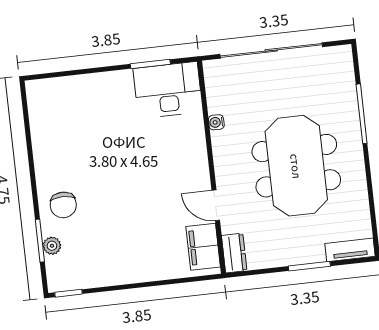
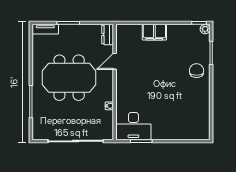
meeting table: (296, 166) -> (69, 78), turned 90
door: (216, 205) -> (115, 61), swing flipped
plant: (52, 246) -> (205, 29), moved
filing cabinet: (203, 247) -> (154, 32), moved, turned 90

